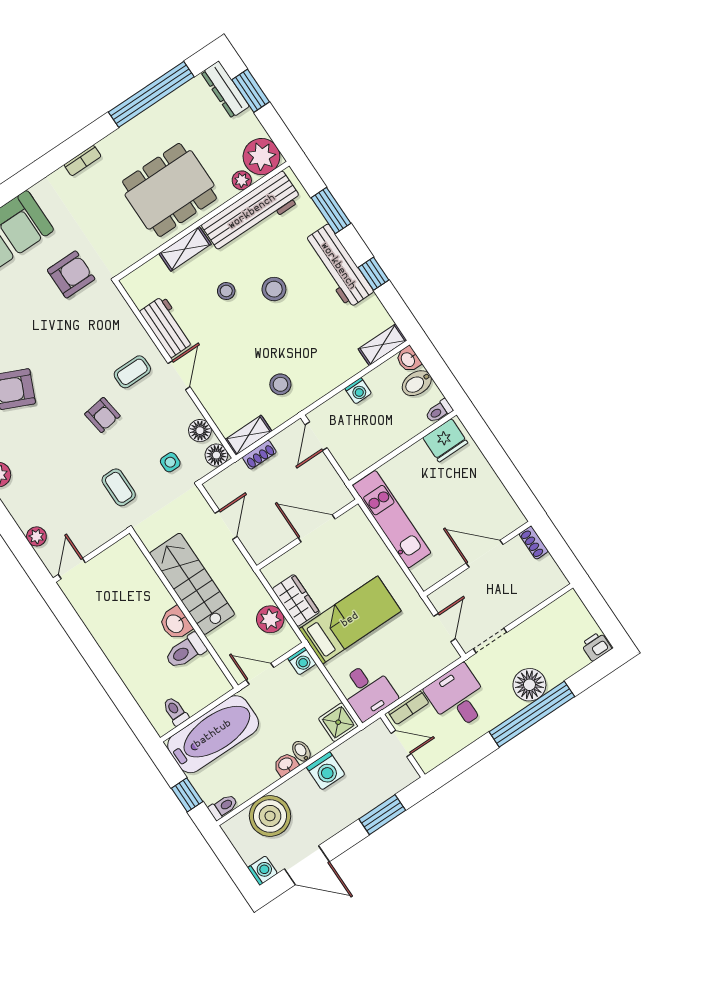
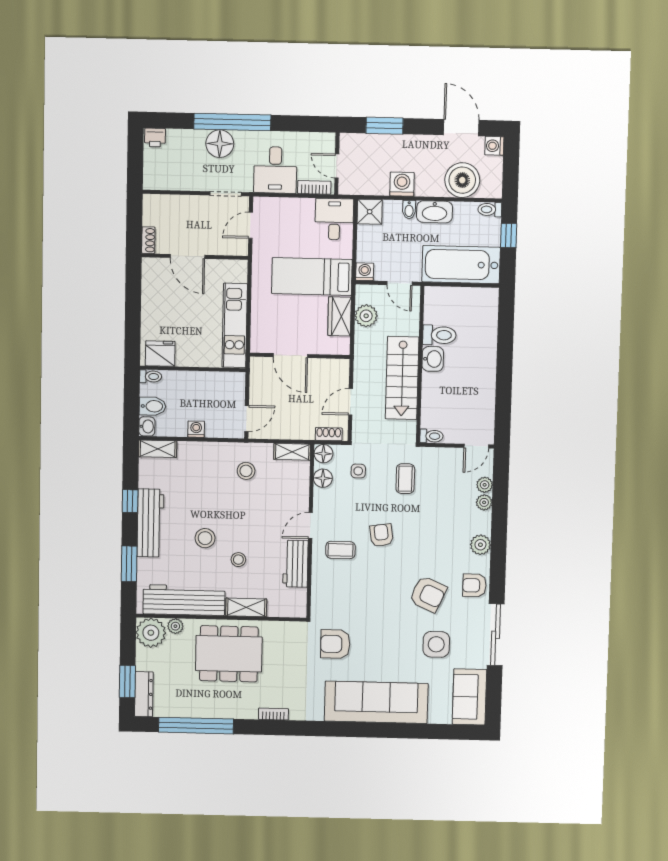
shoe rack: (259, 455) -> (329, 434), moved
plant: (25, 519) -> (484, 502), added
toilet: (175, 711) -> (431, 436), moved, turned -90
washbasin: (286, 764) -> (435, 212), width x1.91, depth x1.45

